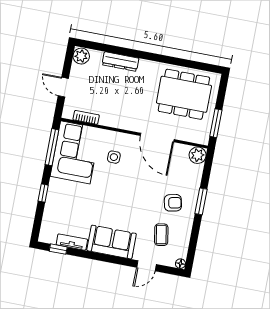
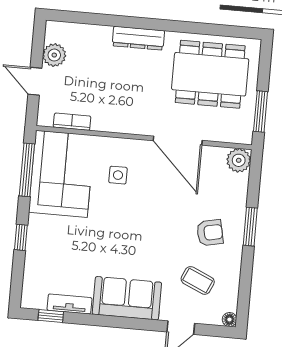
plant: (81, 56) -> (54, 55), moved
dresser: (120, 61) -> (138, 38), moved
coffee table: (161, 235) -> (198, 280), turned -56

